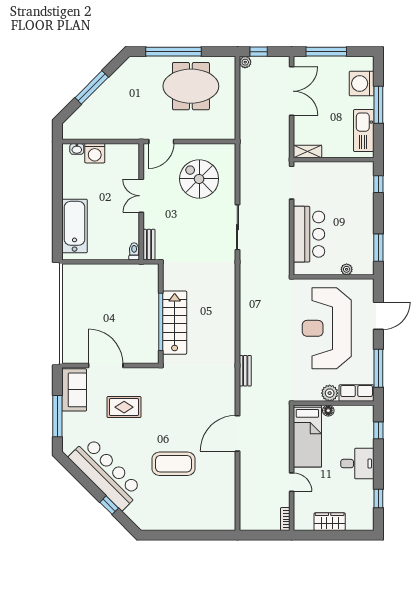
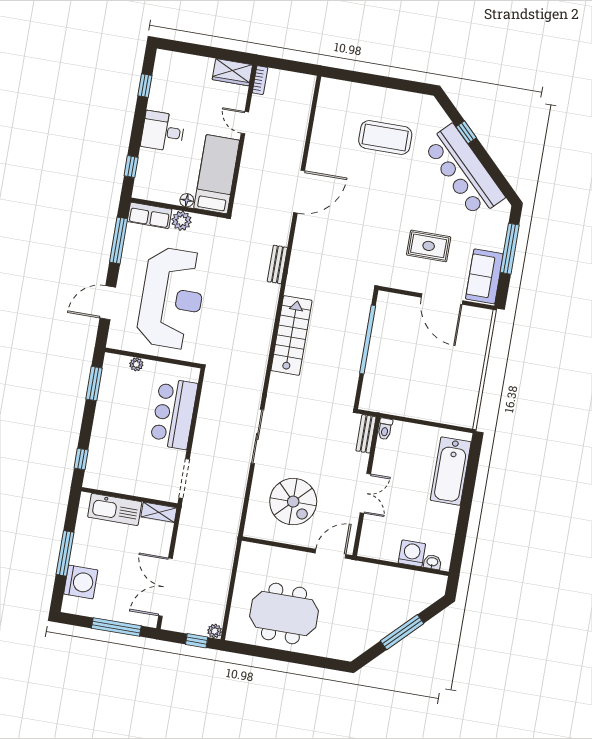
window: (173, 52) -> (298, 658), removed
kitchen sink: (364, 131) -> (115, 509), moved, turned 90
stairs: (175, 323) -> (291, 335), moved, turned 180
coffee table: (173, 464) -> (385, 137), moved
wardrobe: (330, 522) -> (232, 72), moved

